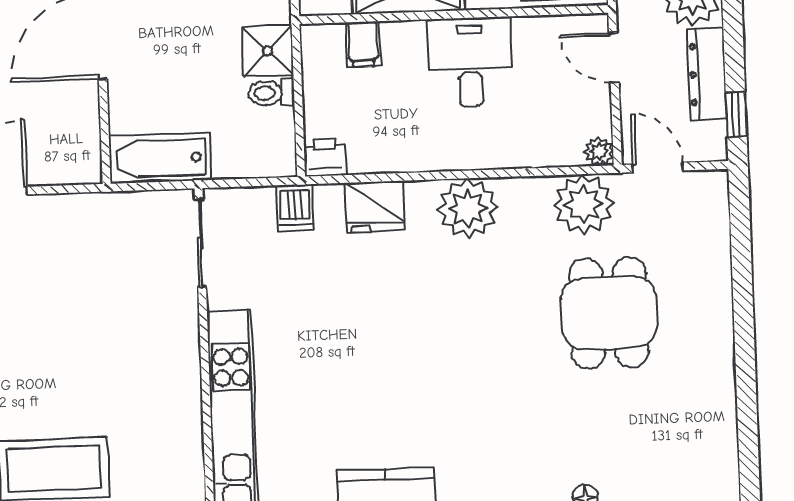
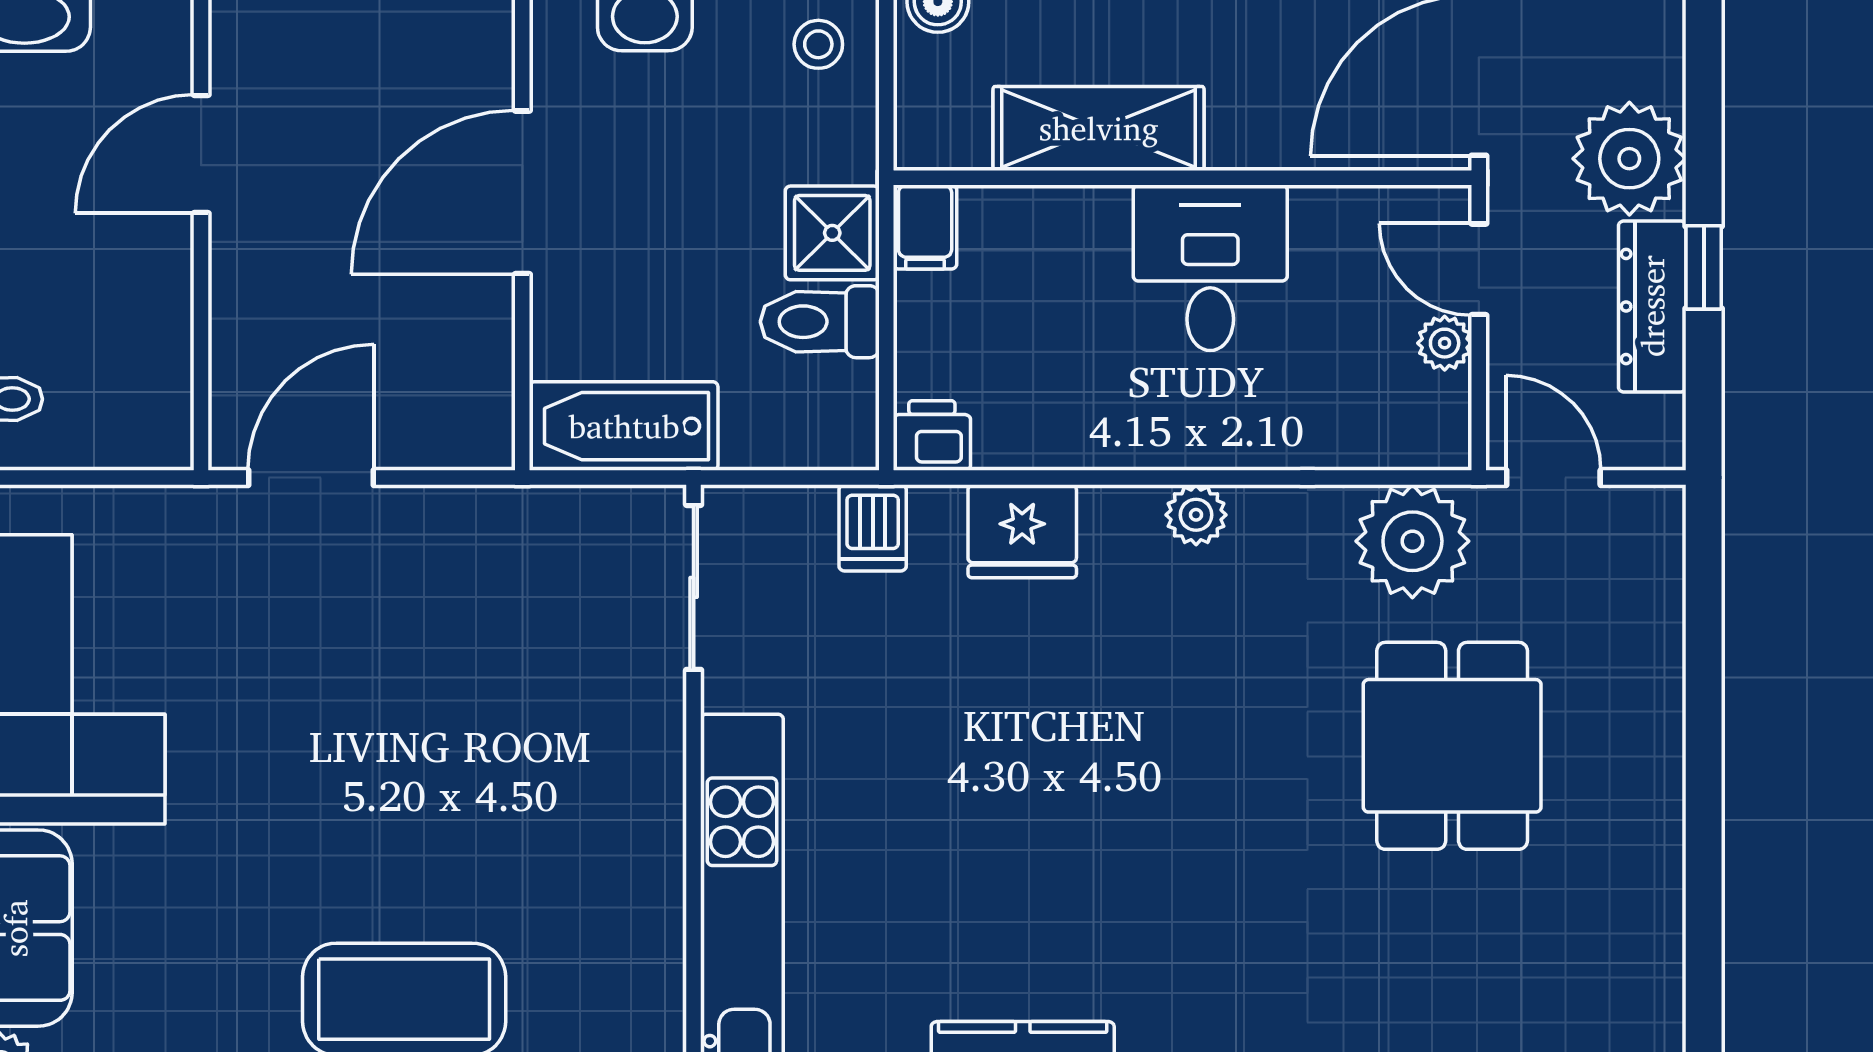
filing cabinet: (363, 44) -> (925, 227), moved
toilet: (271, 93) -> (820, 322), width x1.37, depth x1.39
window: (736, 115) -> (1704, 267), moved
plant: (599, 151) -> (1445, 343), moved
plant: (468, 208) -> (1196, 515), width x0.53, depth x0.53

